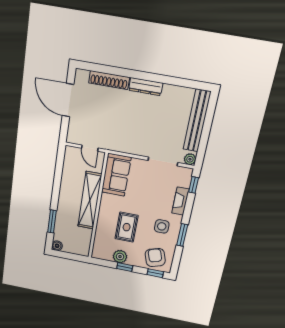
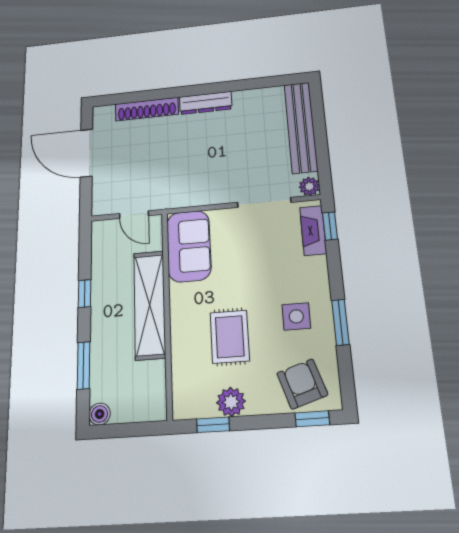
window: (57, 185) -> (85, 294), added
fireplace: (180, 201) -> (313, 230), moved
window: (125, 267) -> (213, 425), moved

